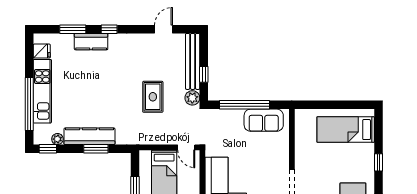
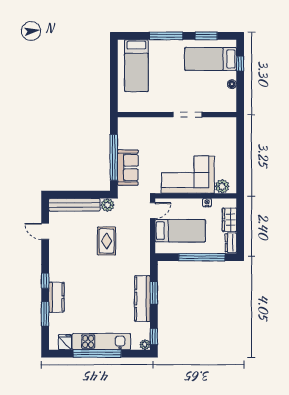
window: (204, 74) -> (86, 195), removed
rug: (153, 97) -> (107, 241), turned 90
window: (29, 104) -> (97, 354), moved
sofa: (264, 120) -> (128, 168), moved
plant: (57, 139) -> (145, 345), moved
window: (378, 162) -> (166, 36), width x2.17

